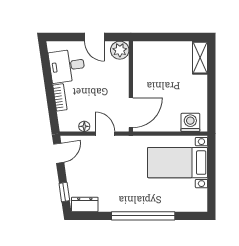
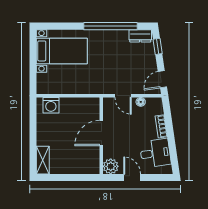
door: (131, 113) -> (101, 133), moved
bed with nightstands: (178, 163) -> (62, 51), moved
window: (143, 216) -> (110, 26), moved

